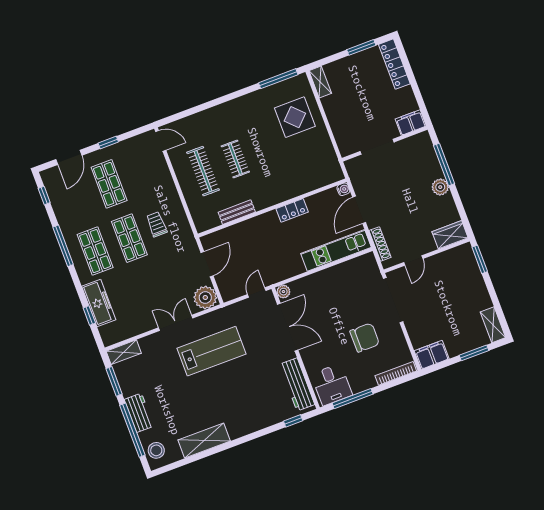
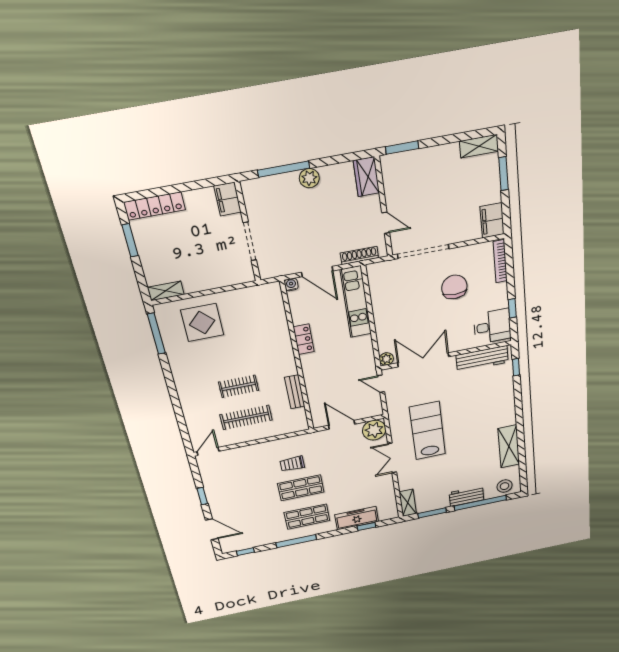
shop shelf: (109, 184) -> (244, 499), removed
window: (353, 399) -> (512, 308), width x0.46

